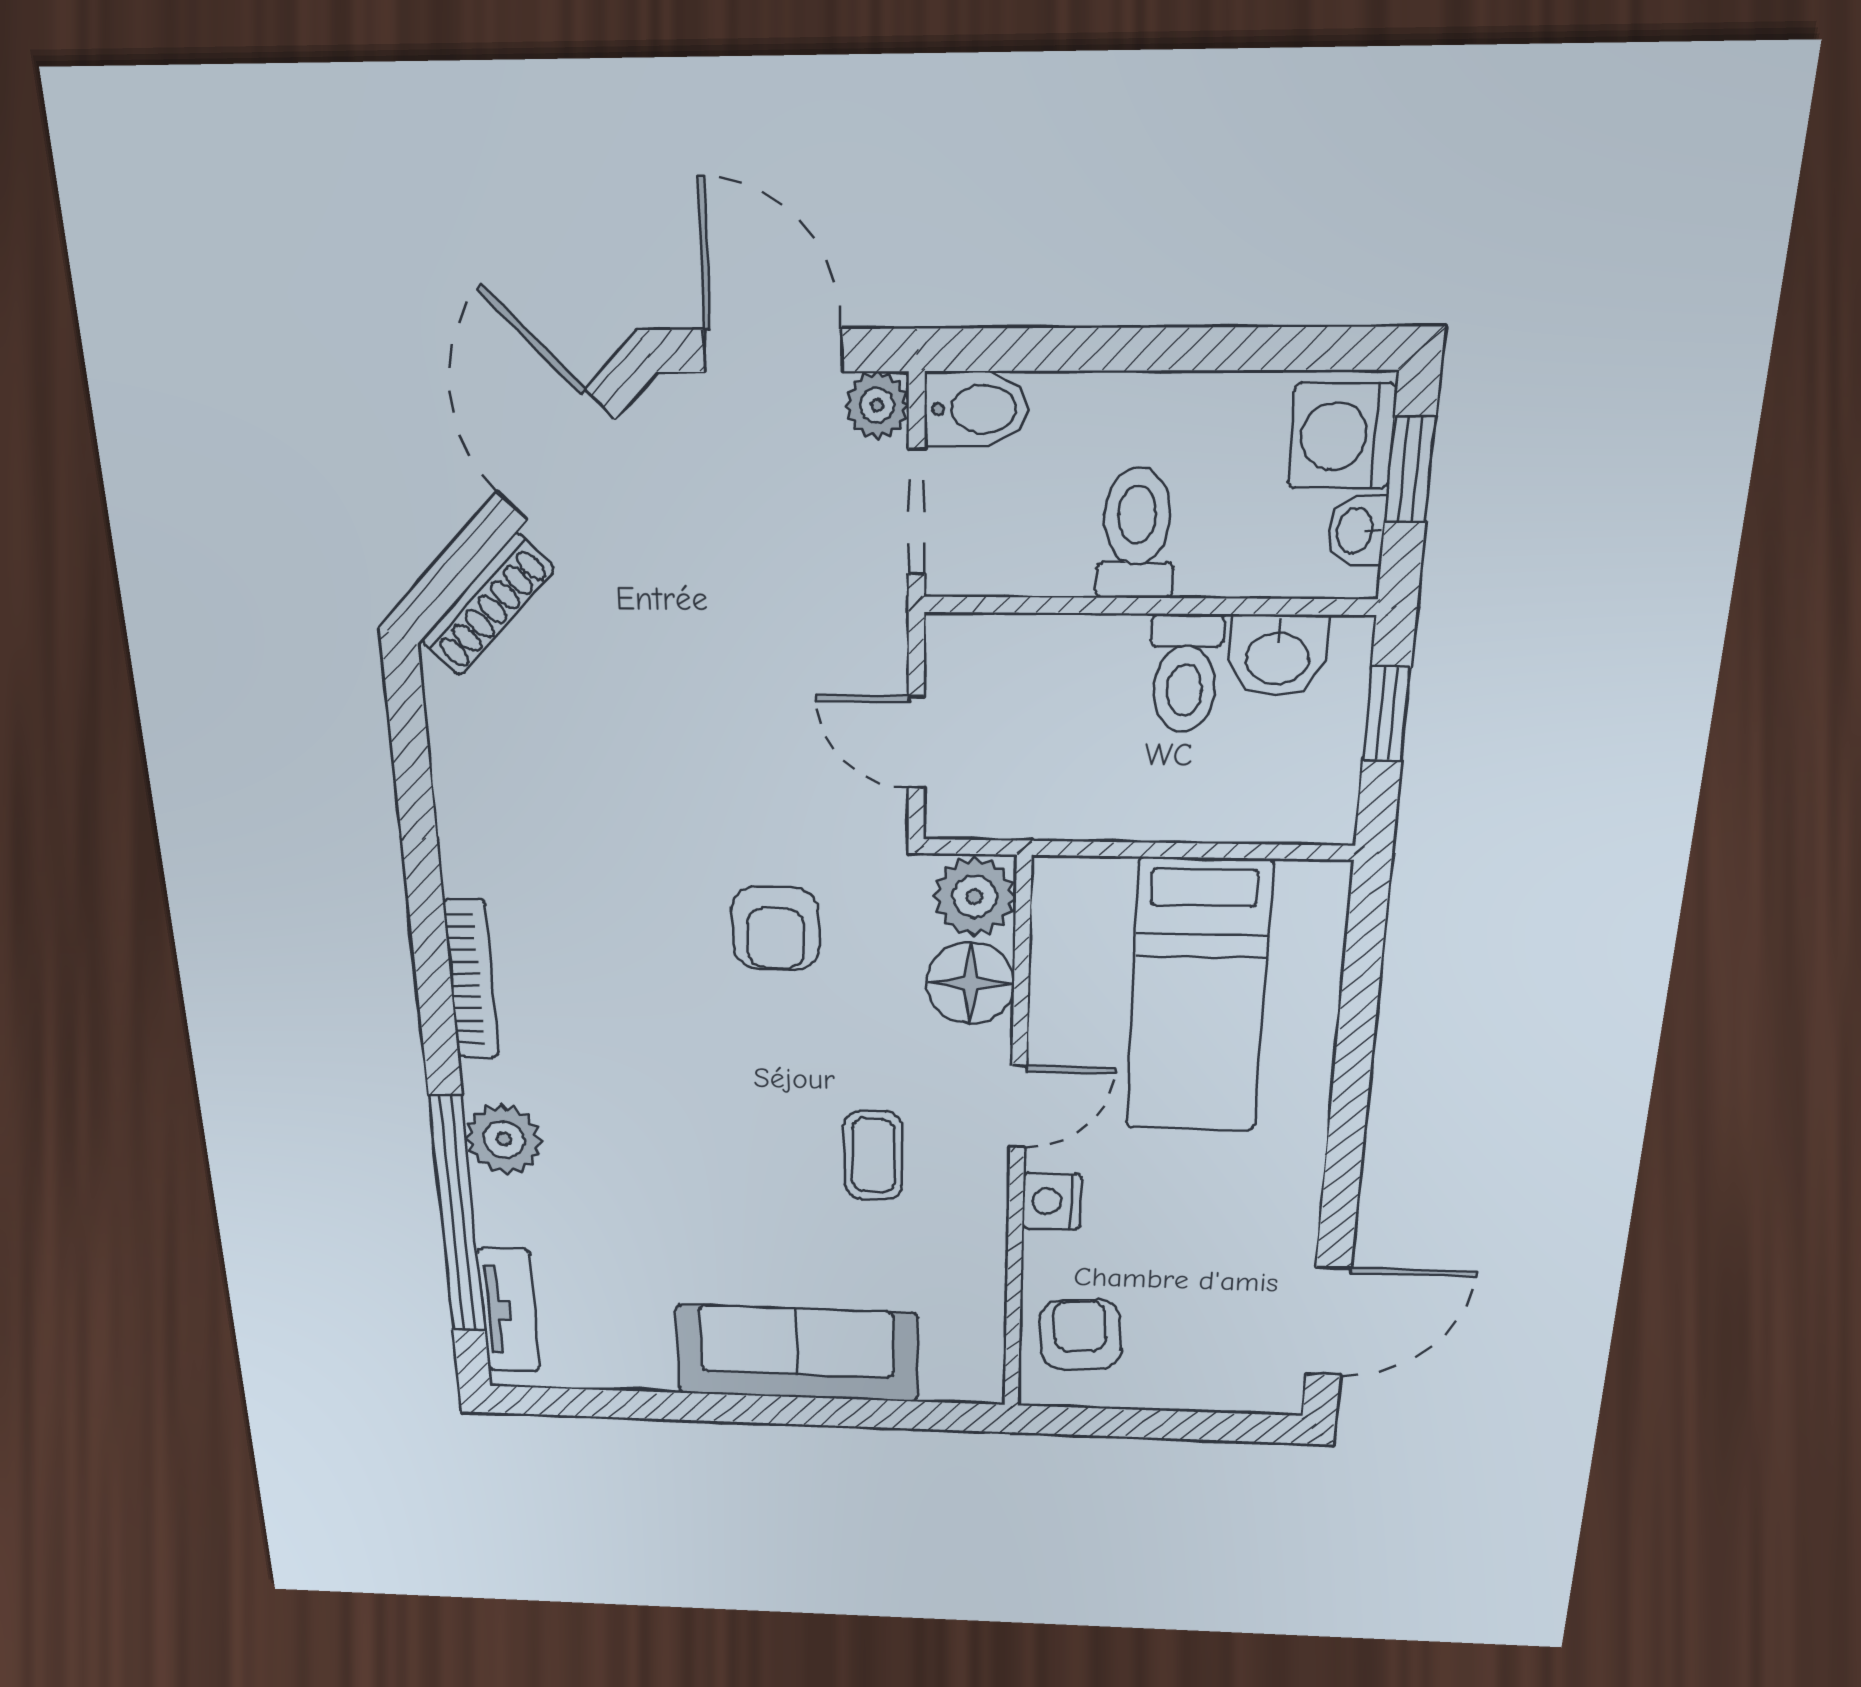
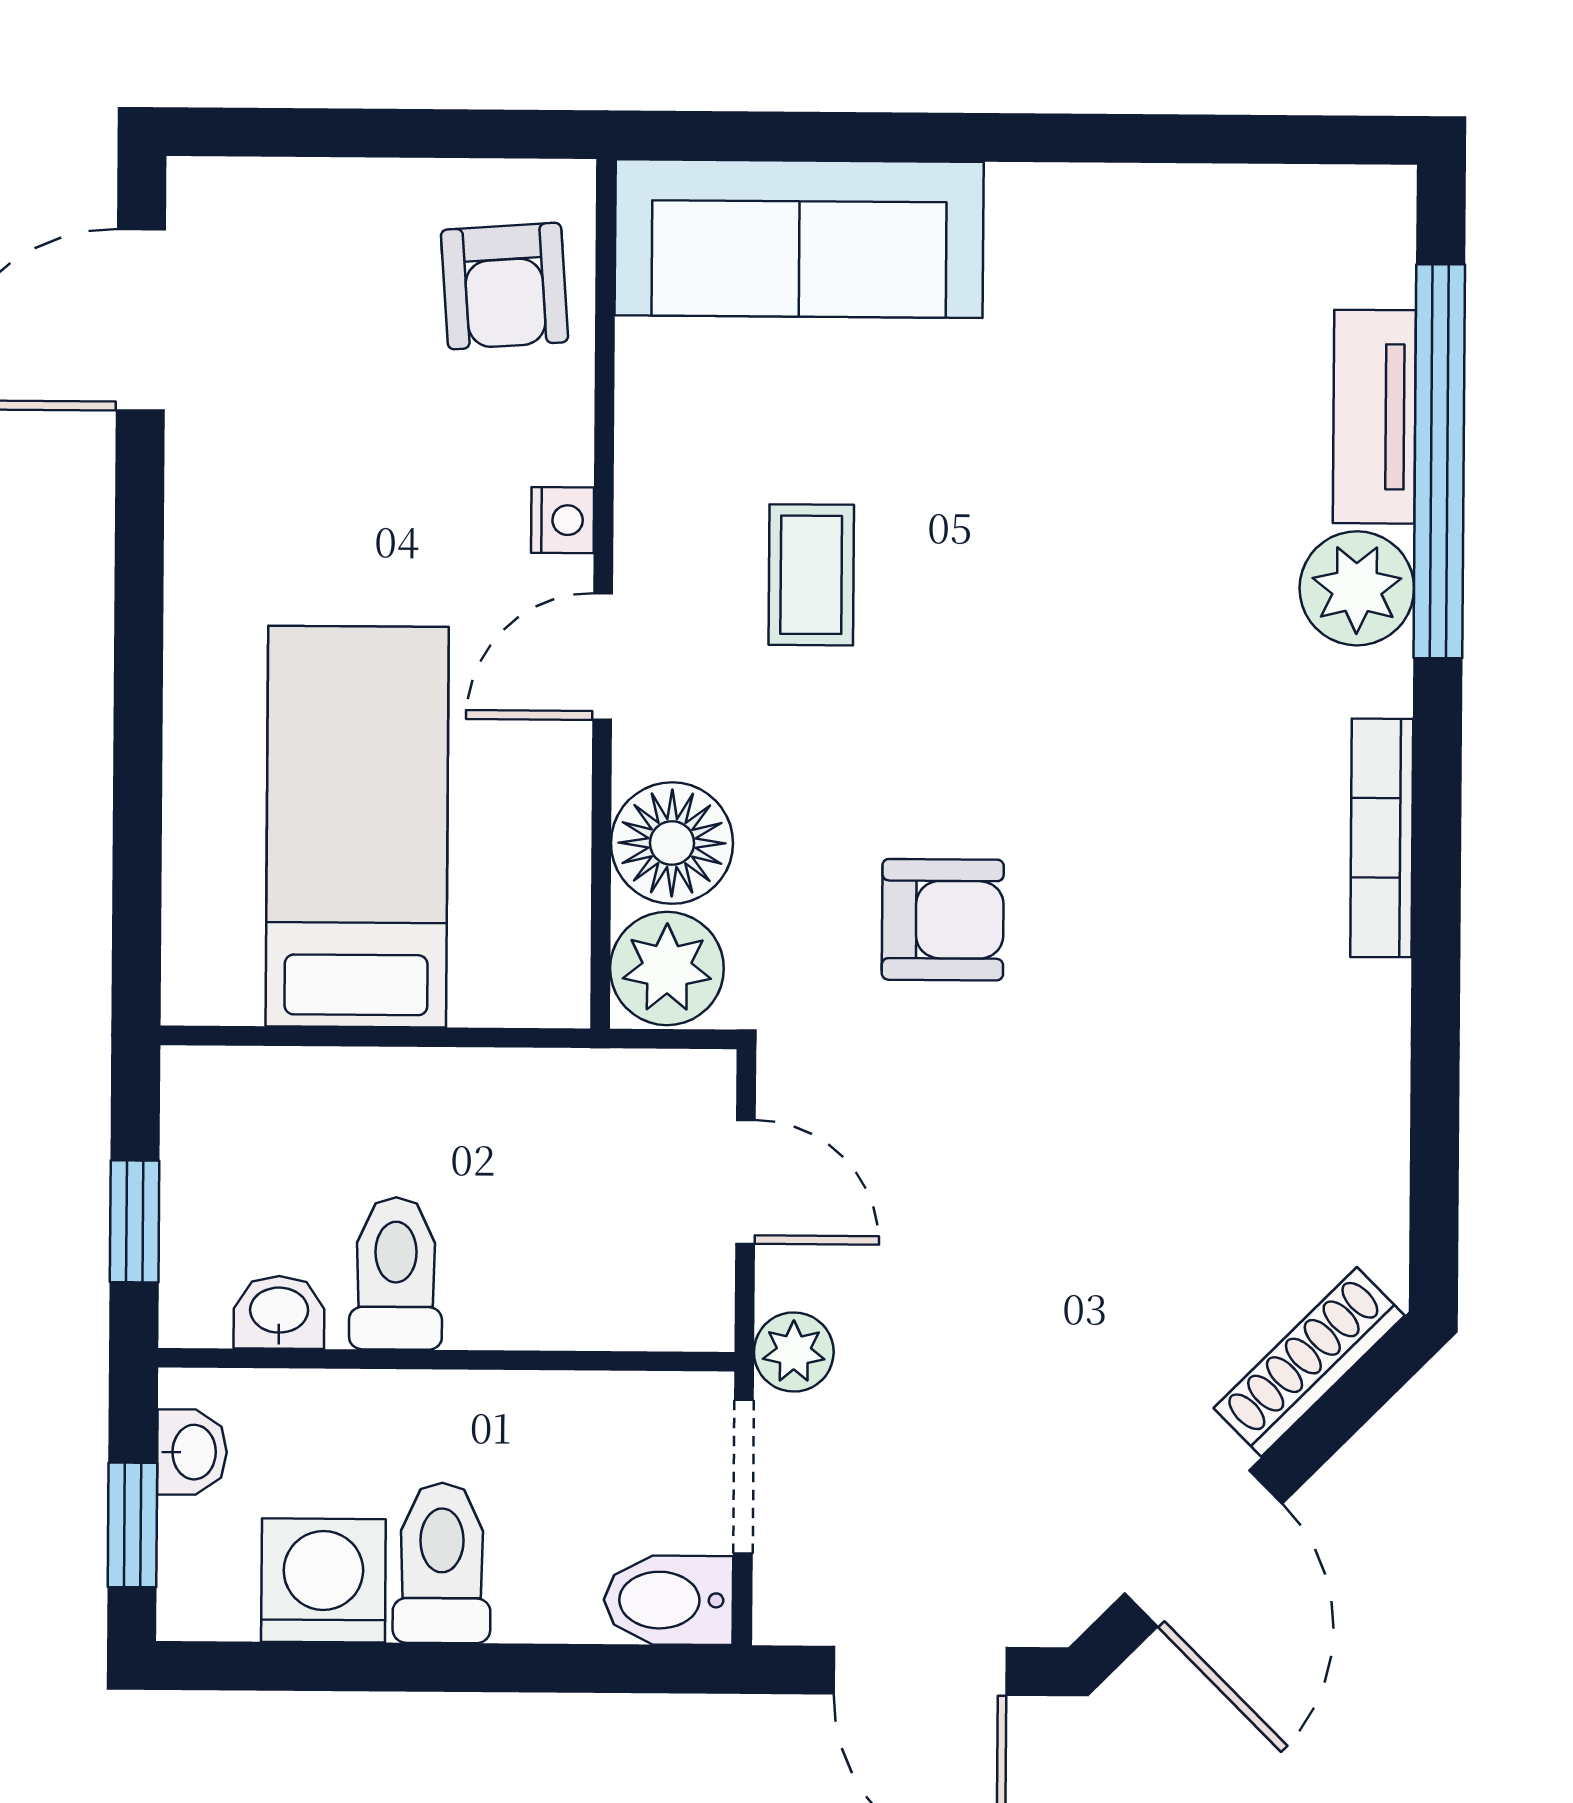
plant: (877, 405) -> (794, 1352), moved
washing machine: (1342, 436) -> (323, 1580), moved, turned -90
toilet: (1137, 533) -> (442, 1563), moved, turned 180
washbasin: (1277, 656) -> (279, 1312), width x0.72, depth x0.69
armchair: (776, 928) -> (943, 920), turned 90
nightstand: (1052, 1201) -> (563, 520), width x0.72, depth x0.74
tv unit: (509, 1310) -> (1374, 417), moved
sofa: (797, 1353) -> (799, 239), moved

